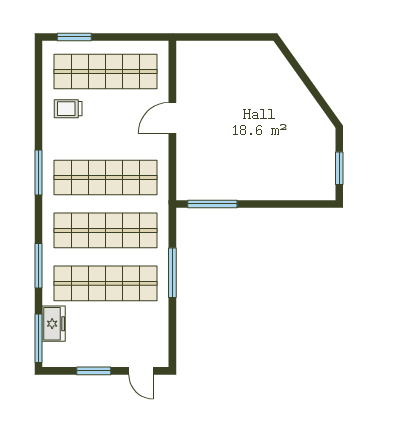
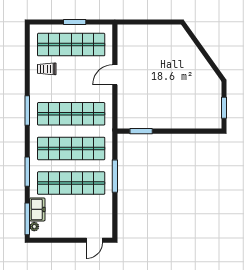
window: (74, 37) -> (75, 22), moved
window: (212, 204) -> (141, 131), width x0.69
plant: (49, 350) -> (34, 227), added
window: (94, 371) -> (63, 240), removed
door: (141, 371) -> (94, 240), hinge flipped

